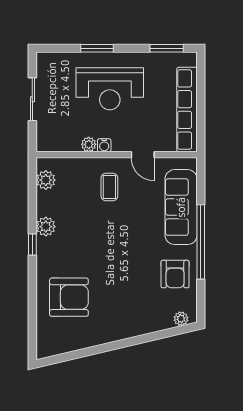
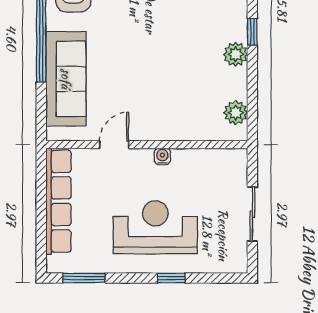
window: (97, 48) -> (171, 278), width x0.67
plant: (89, 144) -> (182, 157), removed
door: (143, 155) -> (114, 145), hinge flipped
coffee table: (109, 187) -> (156, 104), removed

